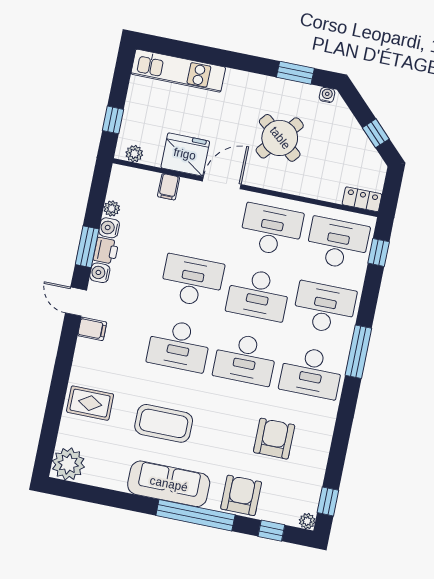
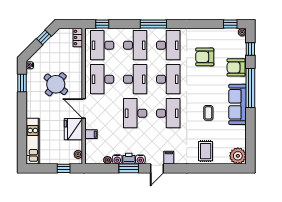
desk: (324, 308) -> (135, 45), turned 180
coffee table: (164, 423) -> (208, 113), width x0.54, depth x0.58

